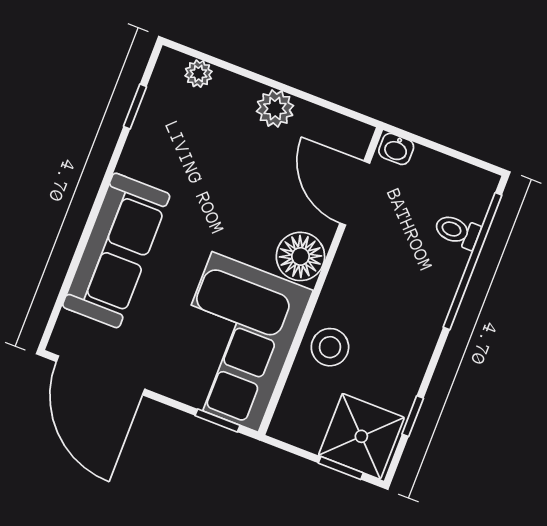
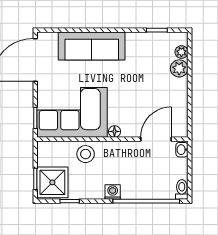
plant: (275, 109) -> (179, 68), moved
toilet: (457, 231) -> (182, 190), moved
floor lamp: (300, 256) -> (114, 131), width x0.53, depth x0.53
washing machine: (428, 322) -> (113, 192), added

